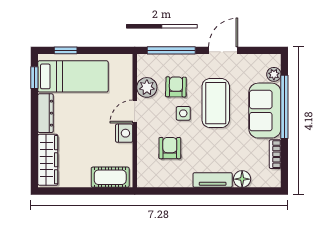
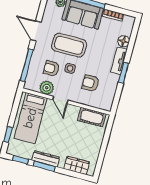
bed: (73, 76) -> (30, 118), moved, turned 180
window: (34, 114) -> (44, 166), added
nightstand: (124, 133) -> (73, 111), removed
wardrobe: (48, 160) -> (77, 165), width x0.67
cot: (110, 177) -> (92, 117), moved, turned 90
window: (197, 191) -> (124, 73), added

